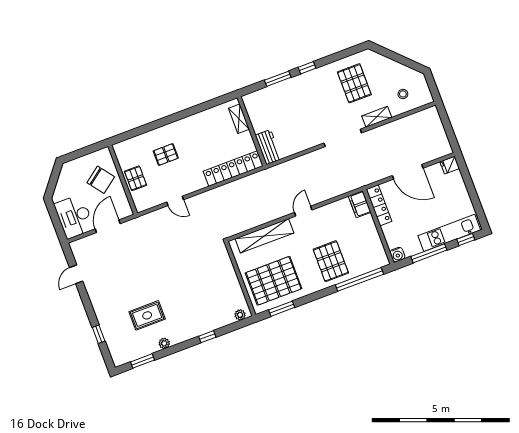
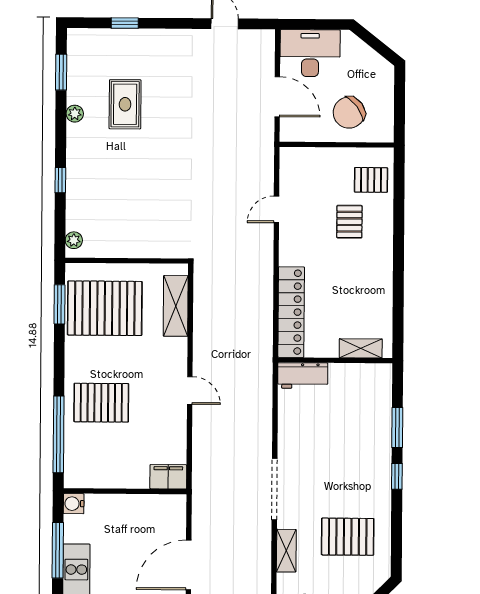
pallet: (136, 178) -> (371, 180), moved
locker: (379, 205) -> (156, 504), removed
shelving: (264, 236) -> (176, 306), width x0.68
pallet: (274, 281) -> (105, 308), turned 90

